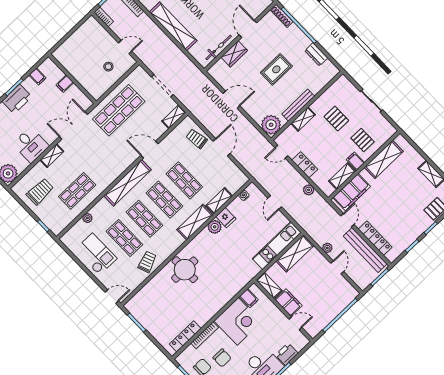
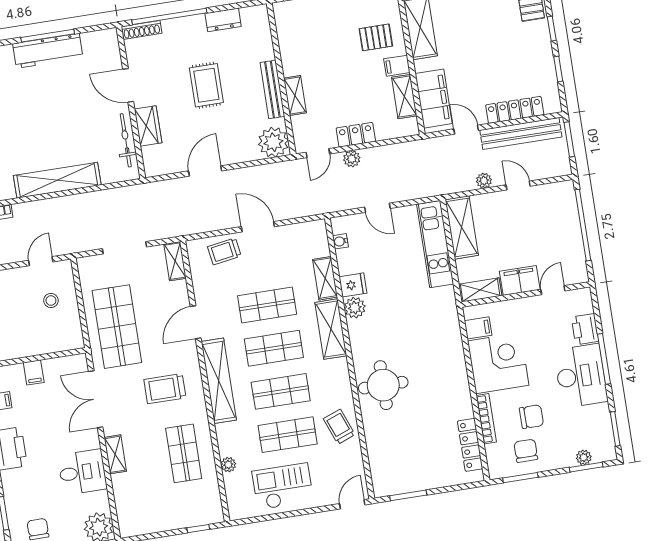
pallet: (336, 119) -> (324, 52), removed
plant: (309, 190) -> (352, 159), moved
trolley: (40, 192) -> (165, 389), moved, turned -90

